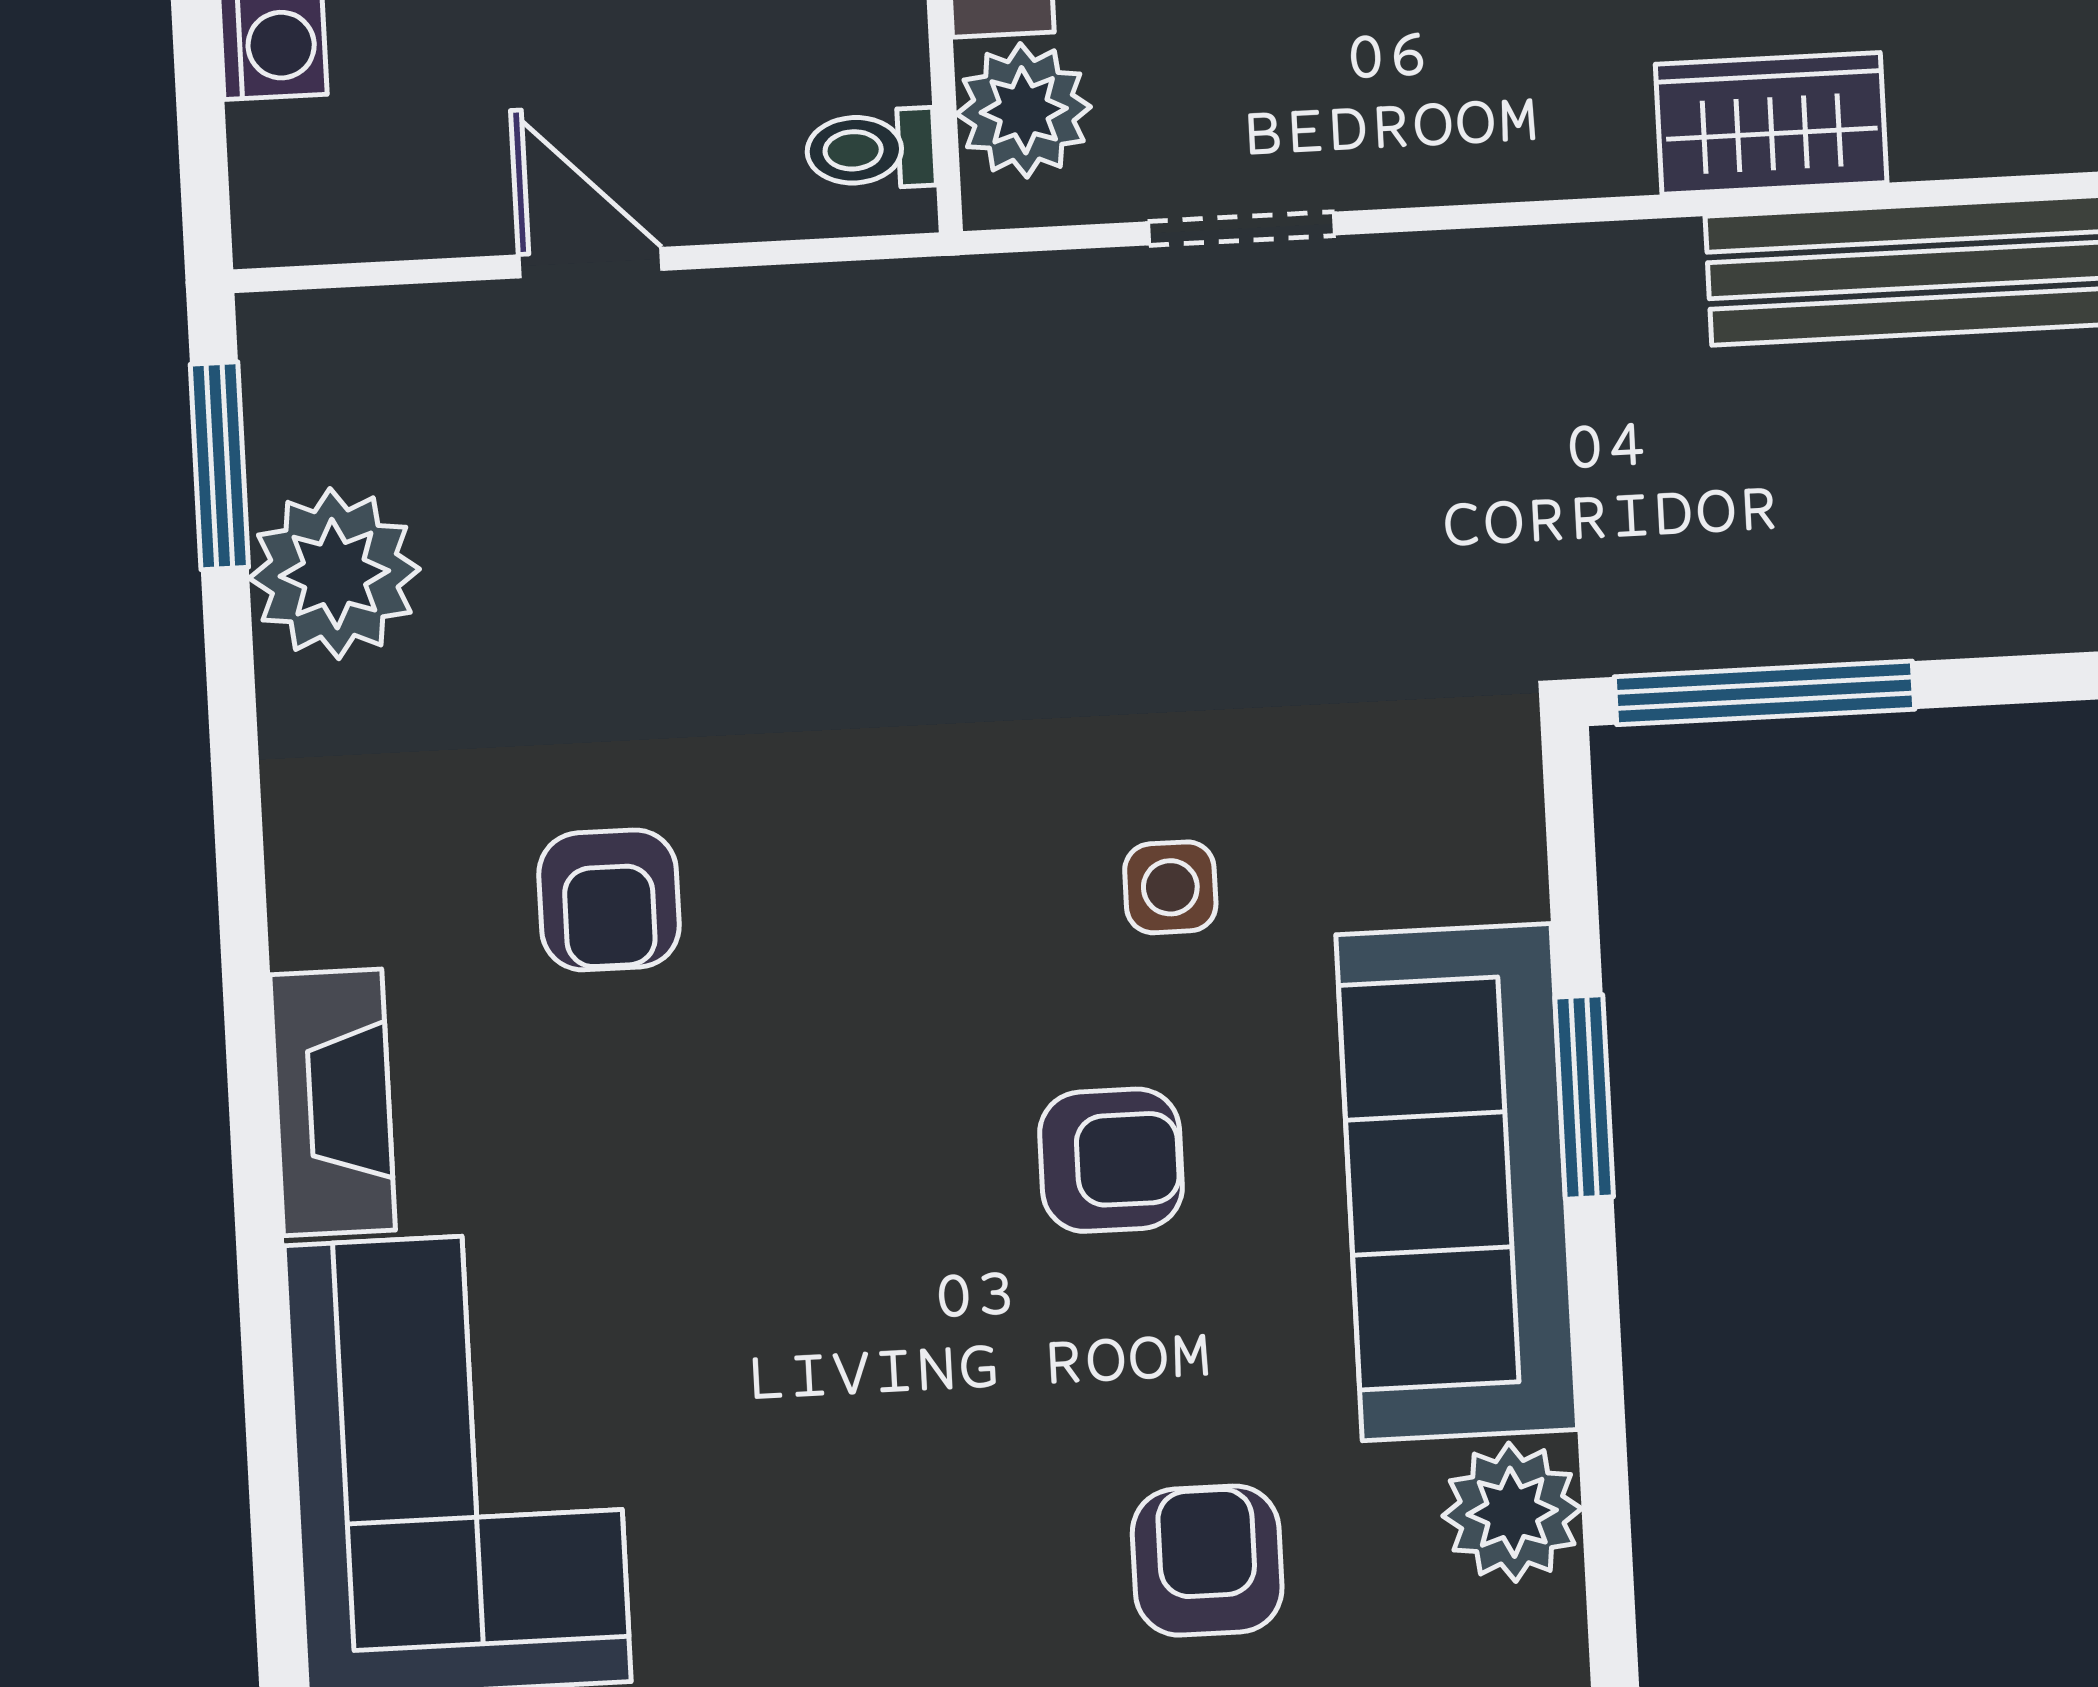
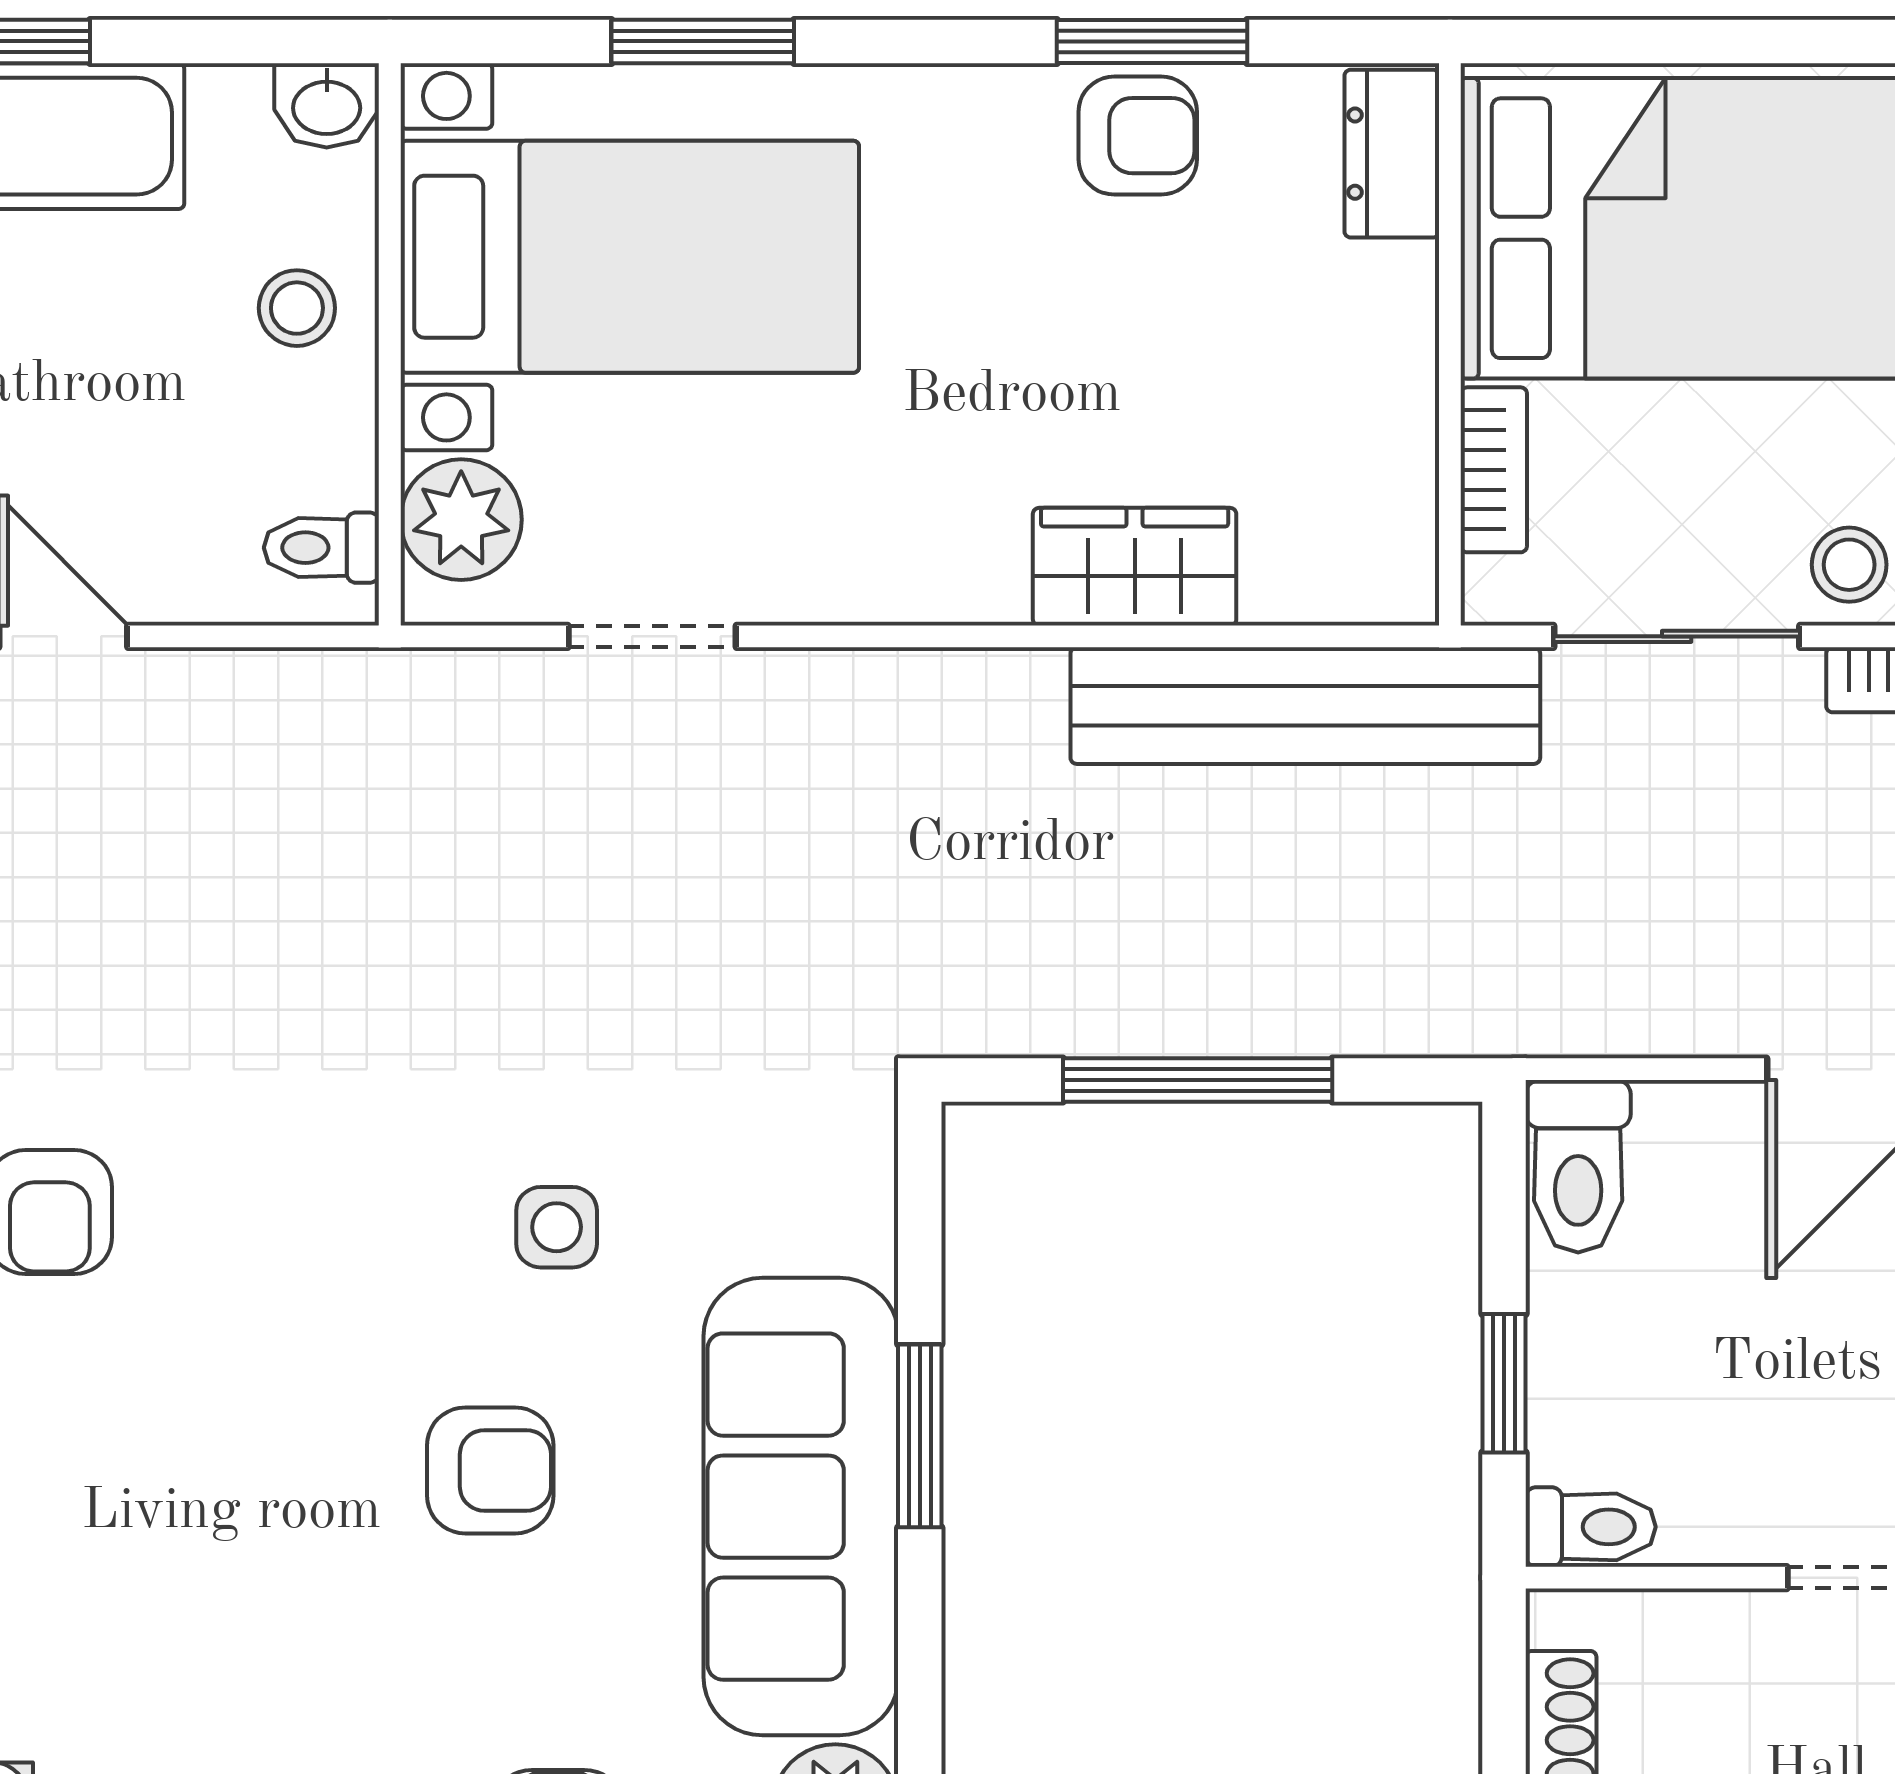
window: (1764, 693) -> (1198, 1080), moved

